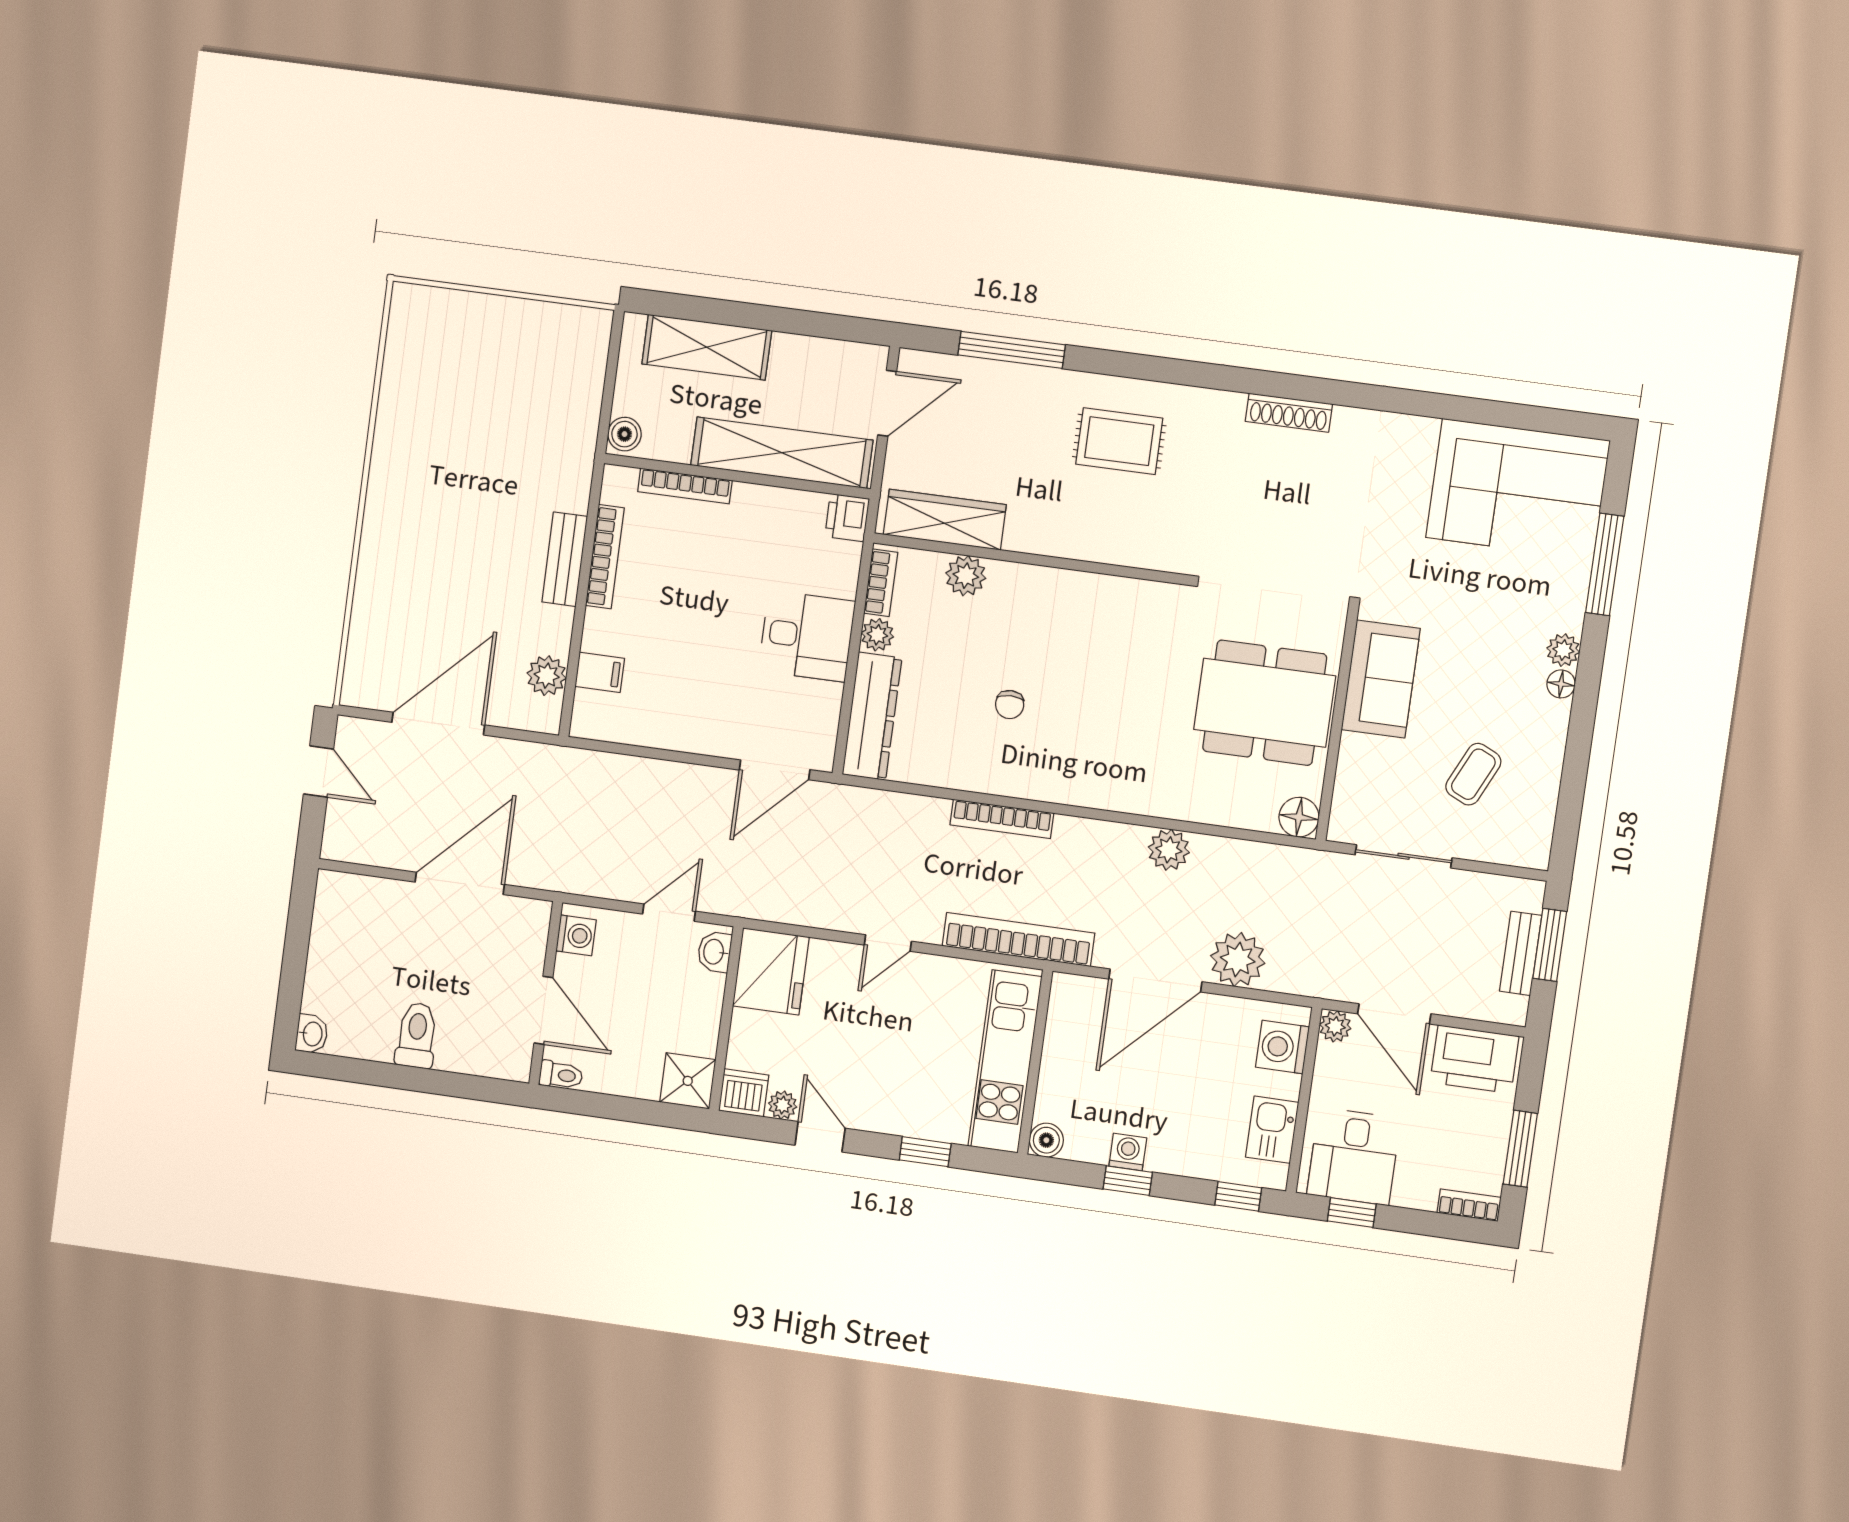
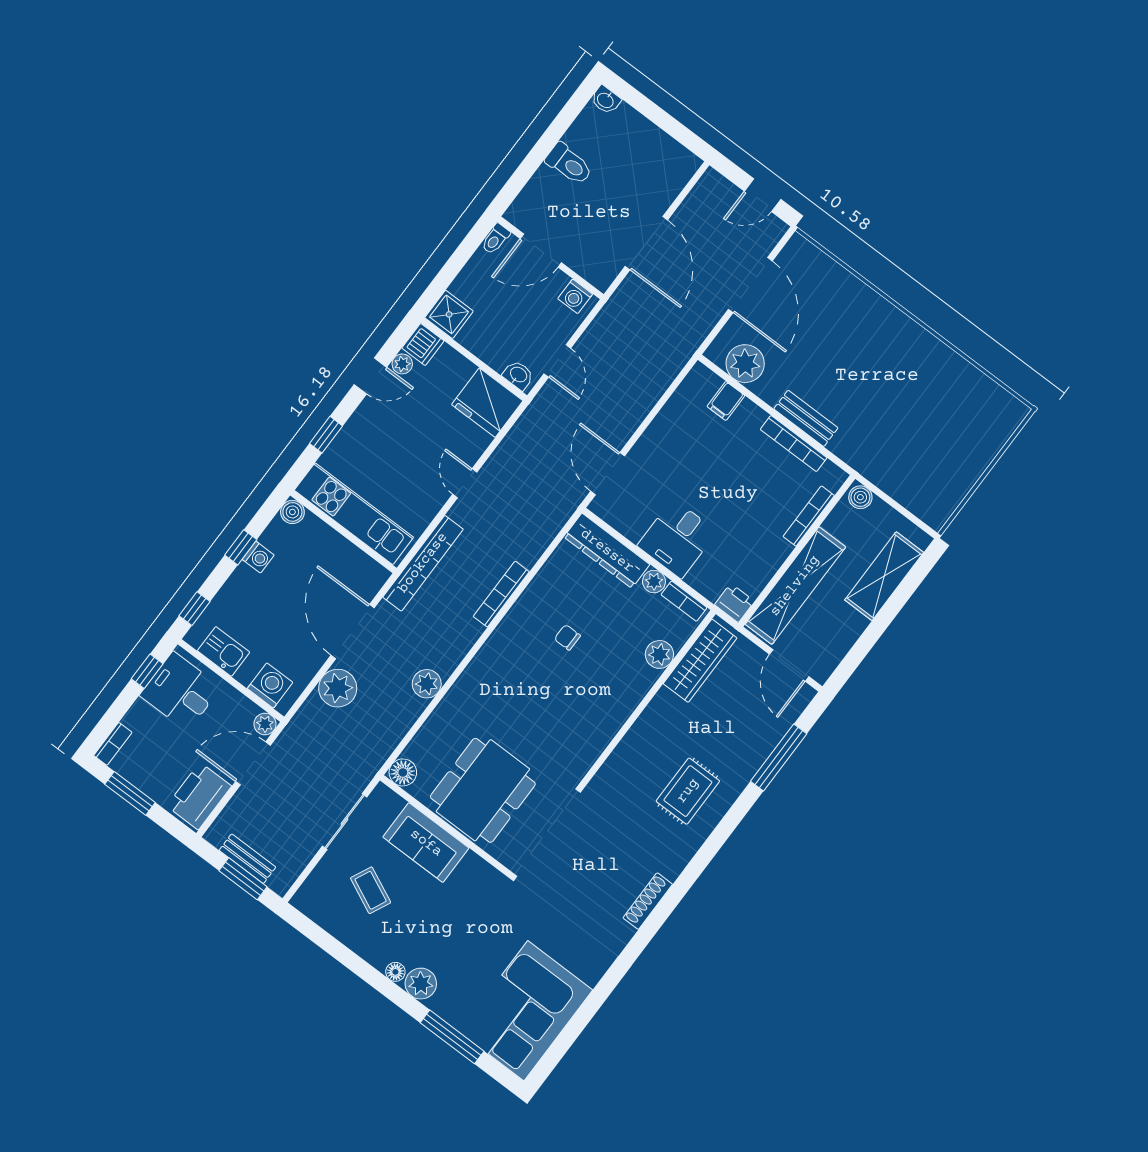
plant: (1563, 650) -> (421, 984), width x1.38, depth x1.38
plant: (547, 676) -> (745, 364), width x1.36, depth x1.36
sofa: (1381, 679) -> (426, 843), moved

